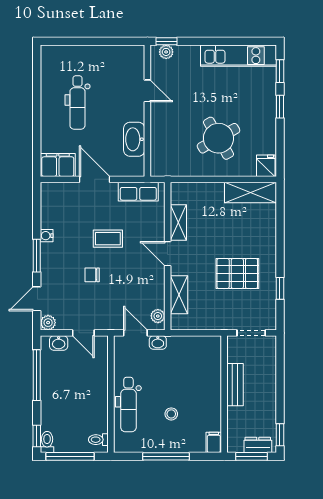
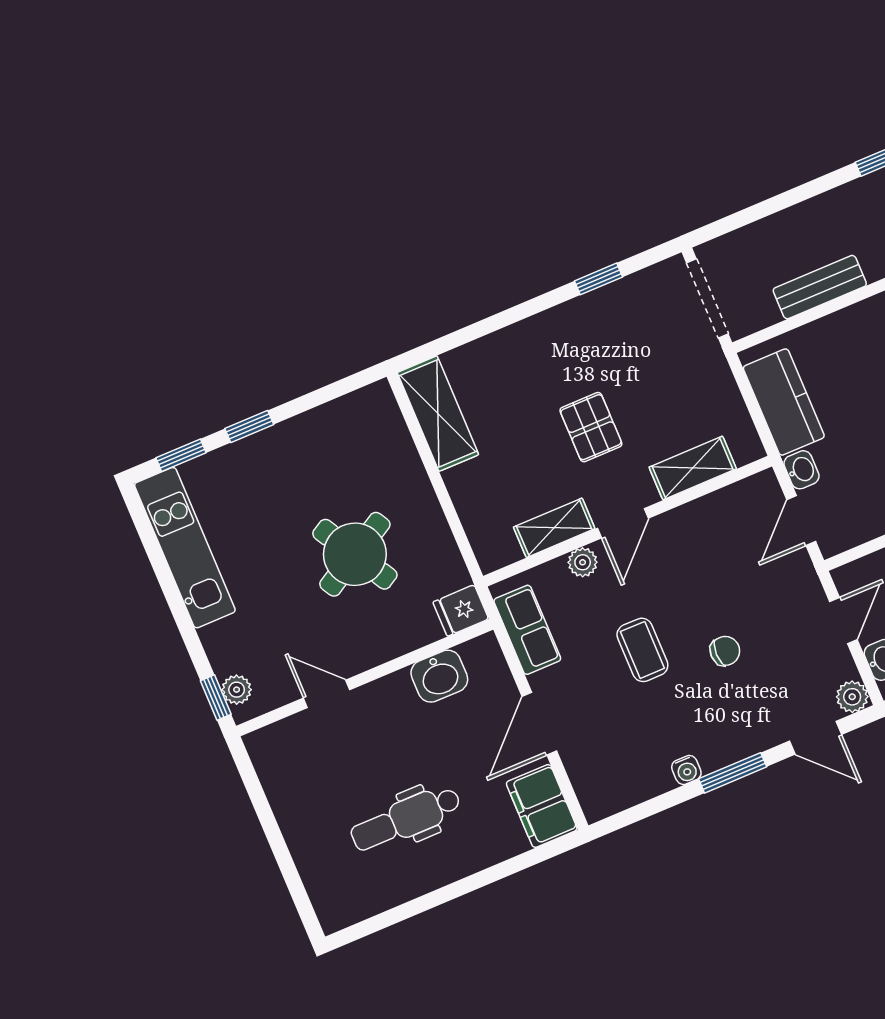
door: (147, 91) -> (327, 694), hinge flipped
dental chair: (77, 103) -> (406, 819), turned 180
round table: (218, 138) -> (355, 554), moved
washbasin: (134, 139) -> (439, 676), width x0.72
fridge: (266, 166) -> (461, 610), moved
pallet: (237, 274) -> (591, 427), moved, width x0.67, depth x0.71
chair: (92, 275) -> (725, 651), turned -90
plant: (158, 316) -> (583, 562), moved
doorway: (251, 333) -> (707, 299), width x1.38
kitchen counter: (191, 347) -> (784, 402), added

